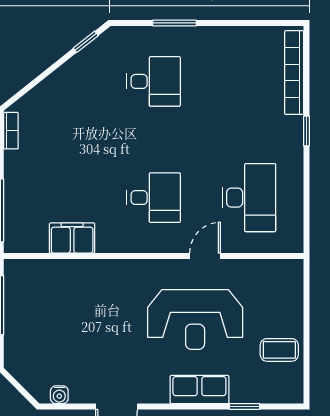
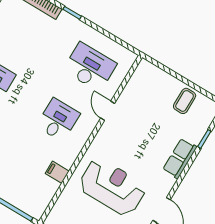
filing cabinet: (72, 238) -> (57, 172), width x0.50
reception desk: (195, 319) -> (112, 187), moved, turned -90

